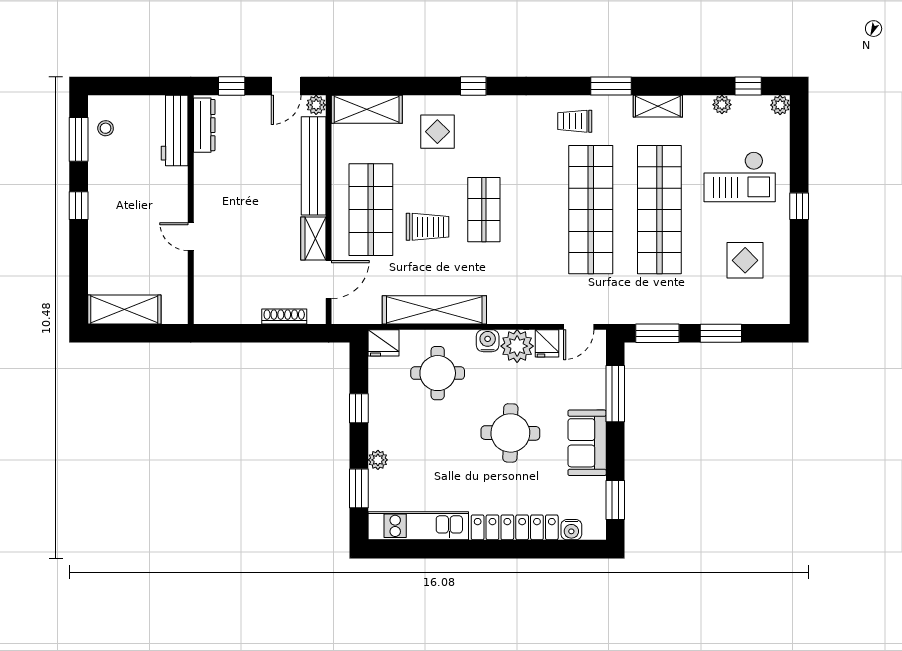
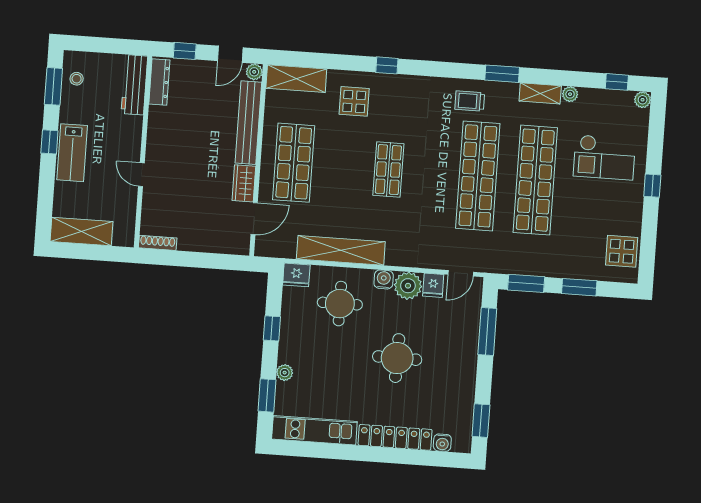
plant: (722, 105) -> (570, 94), moved
lab bench: (107, 217) -> (72, 153), added
trolley: (428, 227) -> (340, 181), removed
display table: (745, 260) -> (622, 251), moved
shoe rack: (284, 316) -> (158, 243), moved
sofa: (587, 443) -> (461, 371), removed

